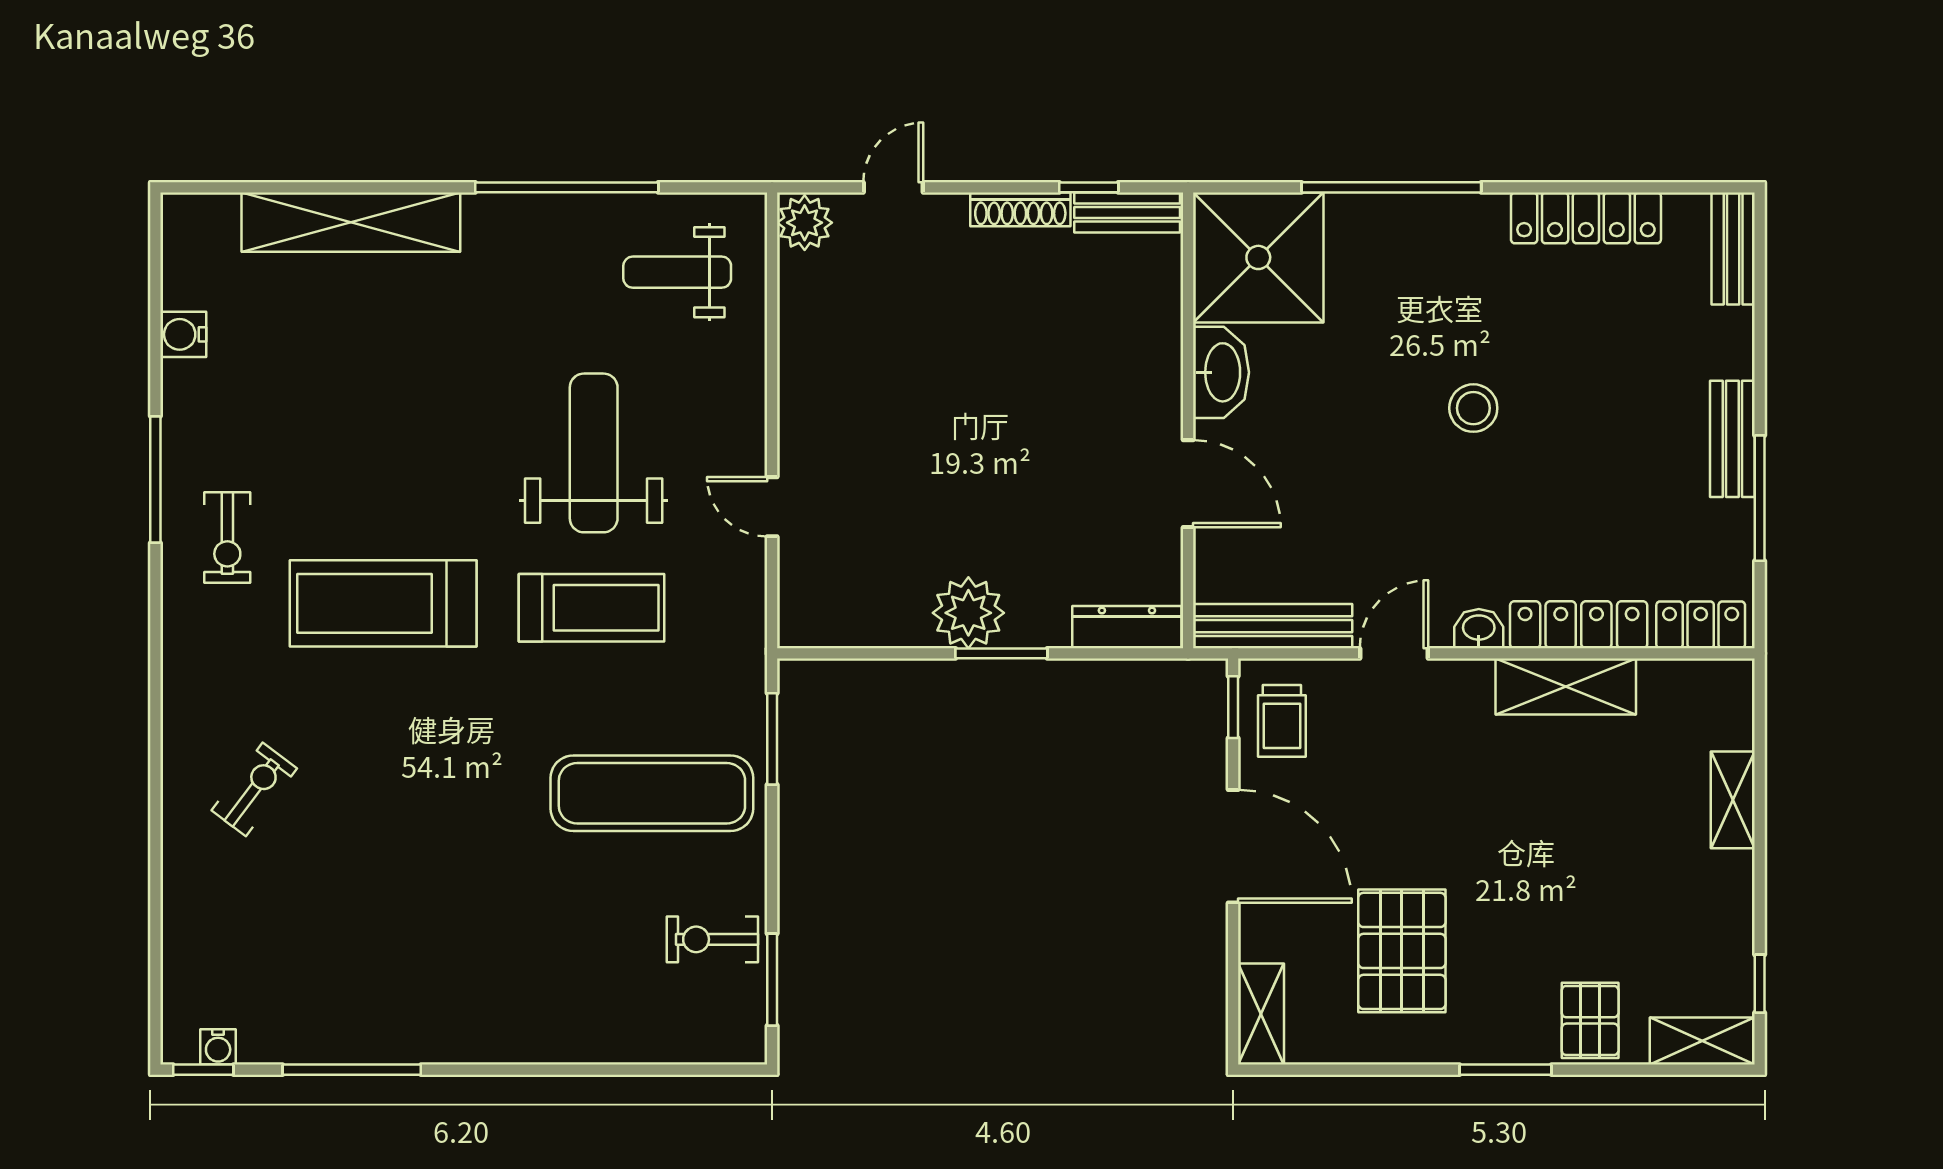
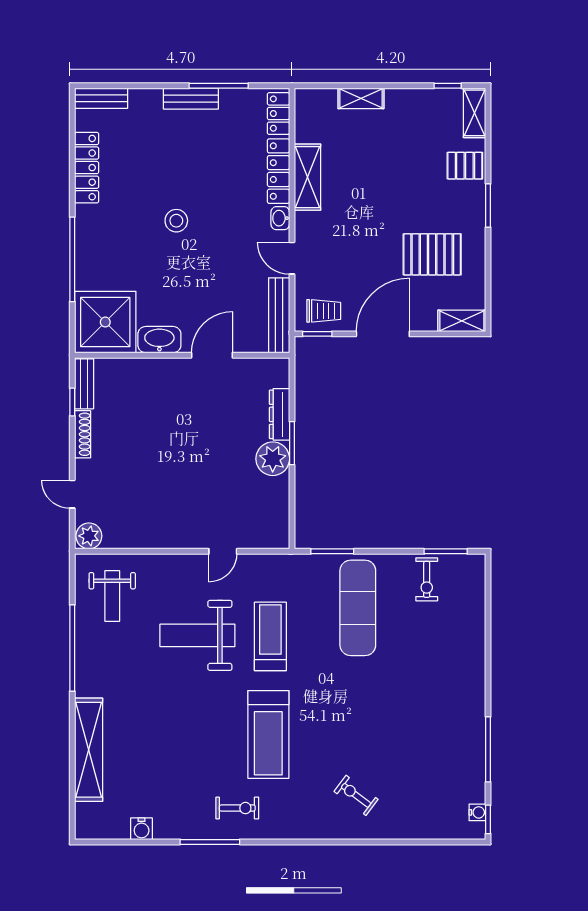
dresser: (1127, 627) -> (280, 414), moved

